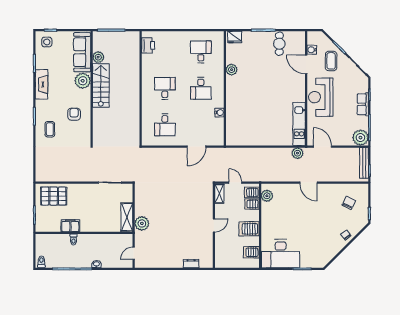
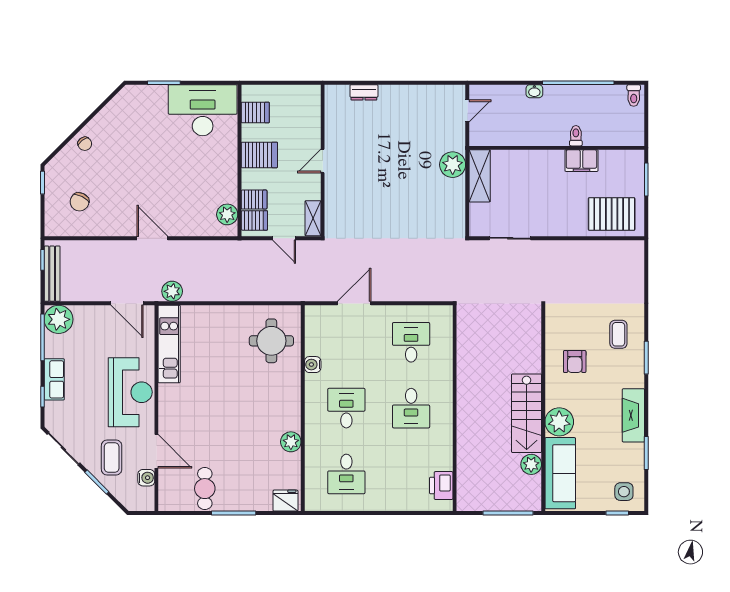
round table: (242, 126) -> (271, 341), added

